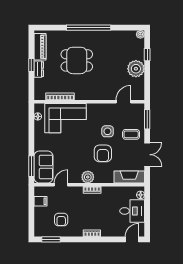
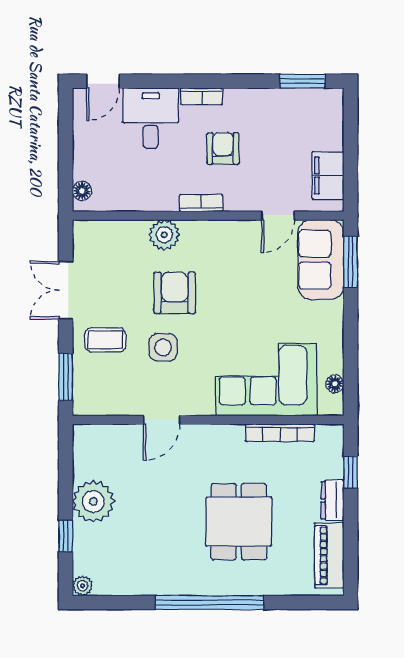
dining table: (77, 60) -> (239, 522), turned 90
window: (31, 65) -> (351, 472), moved
door: (124, 102) -> (162, 420), moved
plant: (88, 177) -> (164, 235), moved
fireplace: (129, 177) -> (110, 235), removed
filing cabinet: (41, 201) -> (328, 175), width x2.00
desk: (132, 211) -> (151, 118), moved, turned 90
armchair: (61, 220) -> (223, 148), moved

